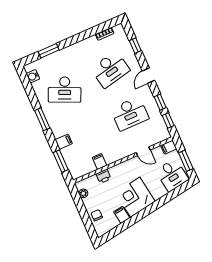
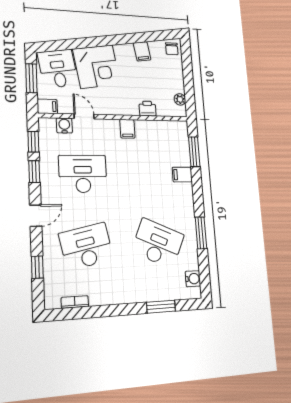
window: (42, 119) -> (201, 233), moved
water cooler: (153, 140) -> (64, 125), added
filing cabinet: (100, 162) -> (127, 129), moved
corner desk: (135, 197) -> (97, 66), moved
chair: (97, 215) -> (172, 49), moved

